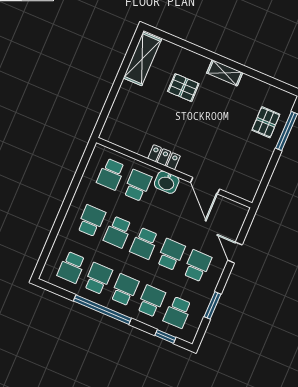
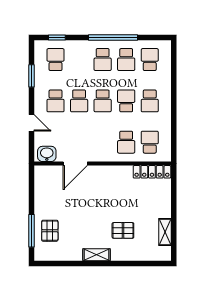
shelving: (142, 59) -> (165, 232), width x0.67, depth x0.75
locker: (164, 157) -> (152, 172), moved, width x1.53
washbasin: (167, 182) -> (47, 154), moved
door: (205, 186) -> (75, 164), swing flipped
school desk: (144, 243) -> (103, 101), turned 180
school desk: (151, 301) -> (79, 60), removed

